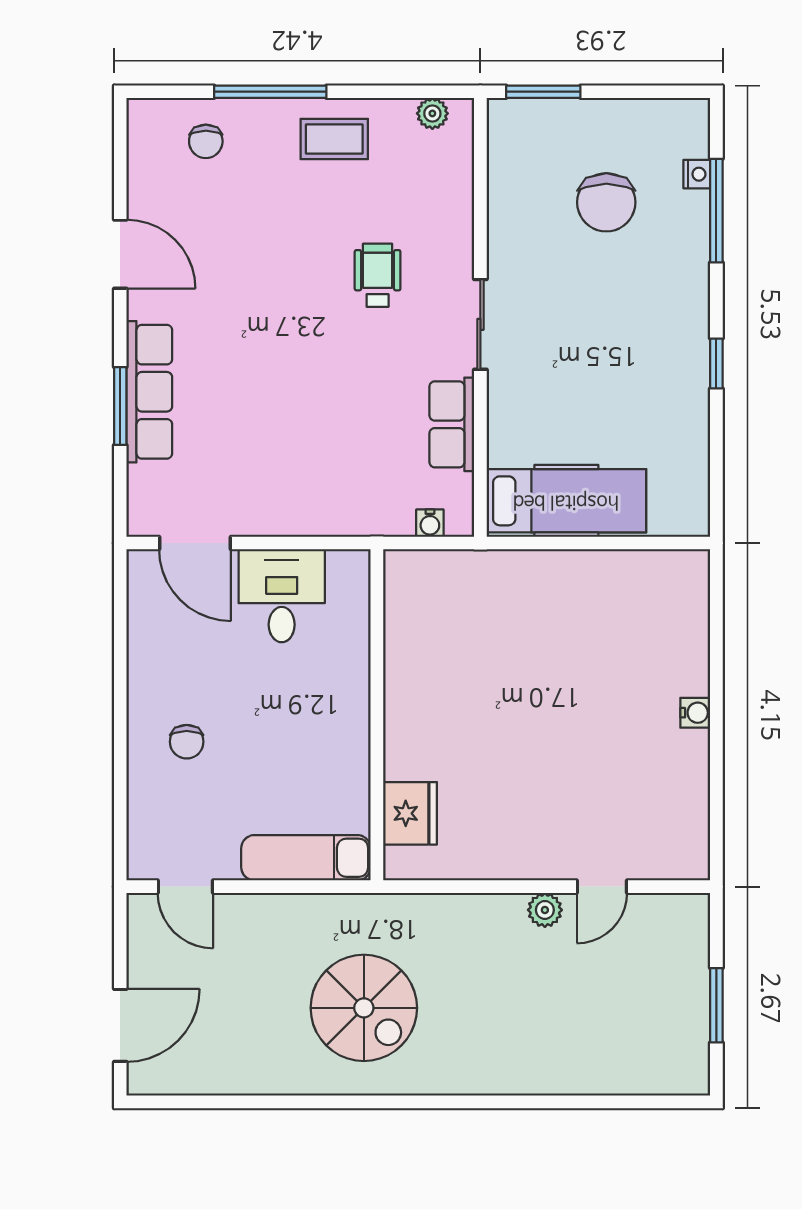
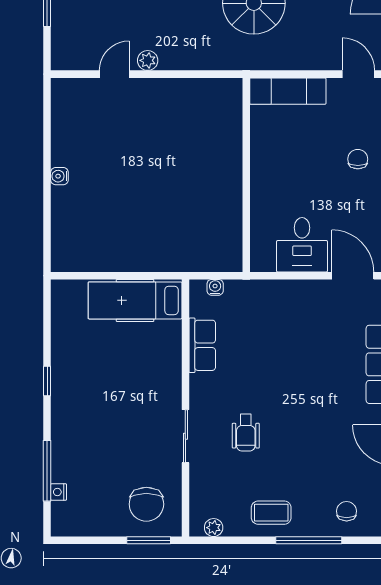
chair: (606, 202) -> (146, 504), moved, turned 180
sliding door: (480, 324) -> (185, 436), moved
fridge: (410, 813) -> (227, 117), removed

